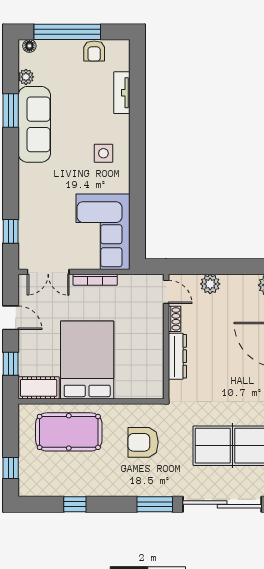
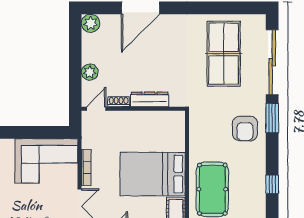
armchair: (143, 442) -> (245, 129), moved

